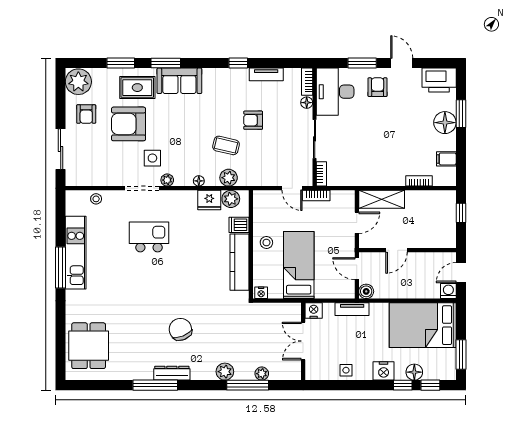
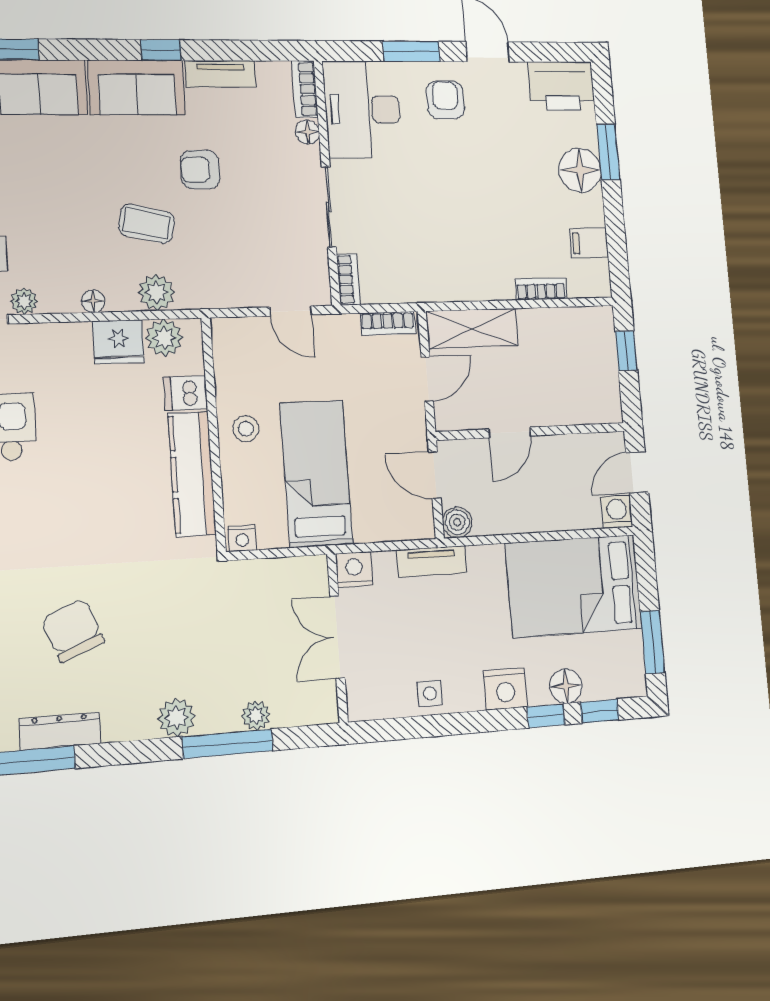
sofa: (225, 81) -> (137, 87), added
bookcase: (316, 196) -> (388, 323), moved

